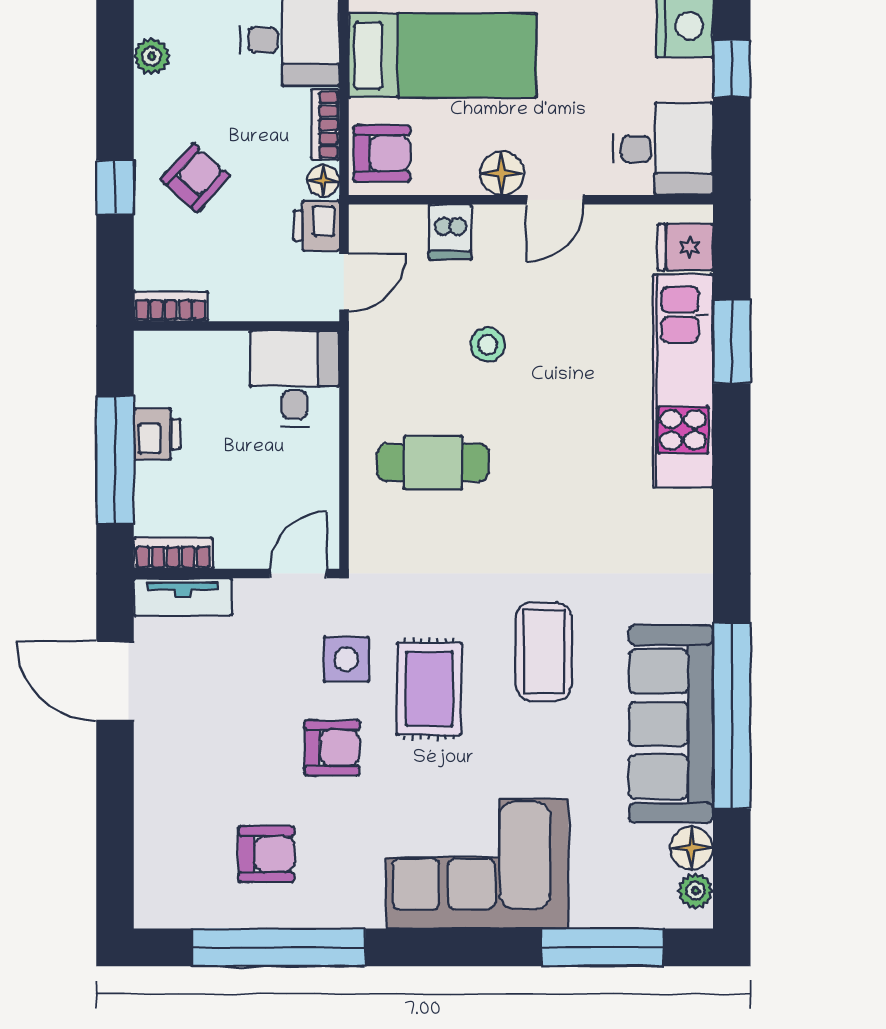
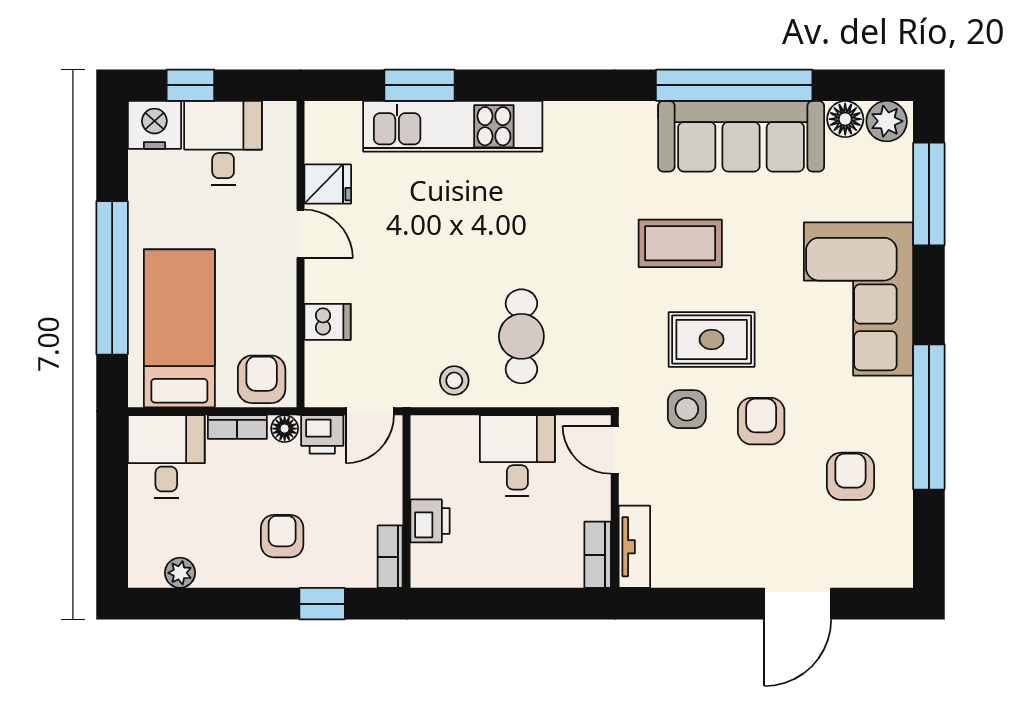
desk: (663, 149) -> (223, 143), moved
floor lamp: (502, 173) -> (278, 278), removed
armchair: (195, 178) -> (282, 536), turned 48
window: (115, 187) -> (322, 604), moved
fridge: (685, 247) -> (328, 184), moved, turned -90
door: (344, 282) -> (370, 411), swing flipped
stool: (488, 345) -> (454, 381), moved
desk: (295, 379) -> (517, 456), moved, turned 90
printer: (157, 434) -> (430, 521), moved, turned 90
window: (115, 460) -> (519, 604), removed
door: (115, 681) -> (798, 604), moved
plant: (696, 891) -> (887, 121), width x1.38, depth x1.38
window: (279, 947) -> (929, 417), moved

